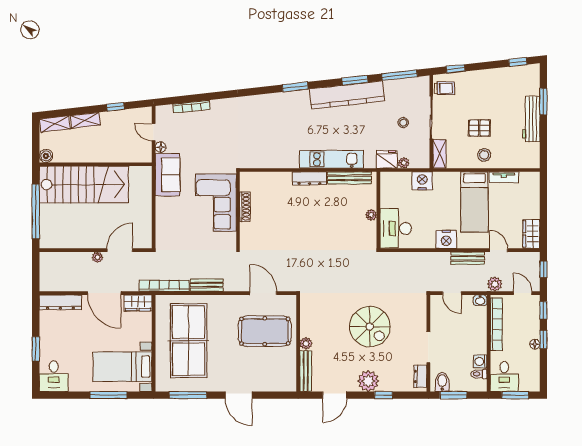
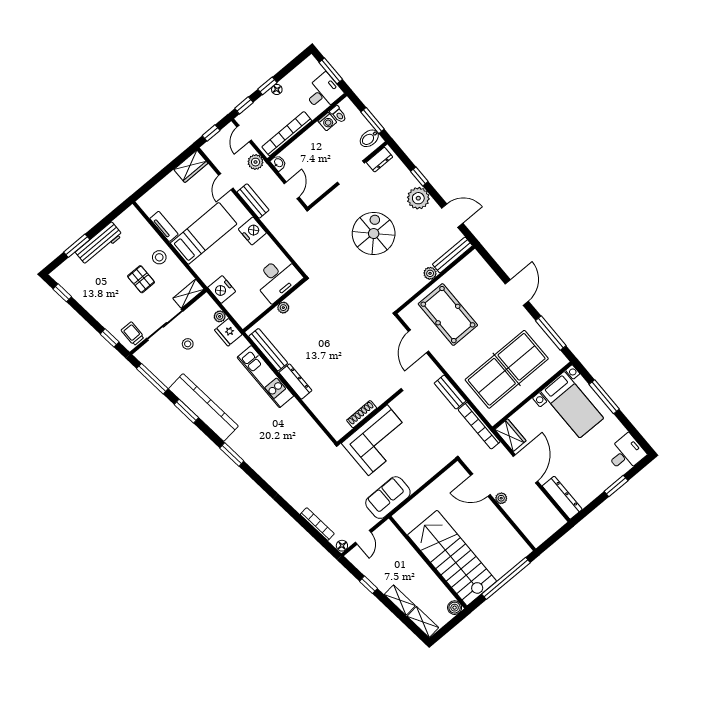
floor lamp: (161, 147) -> (342, 546), moved

